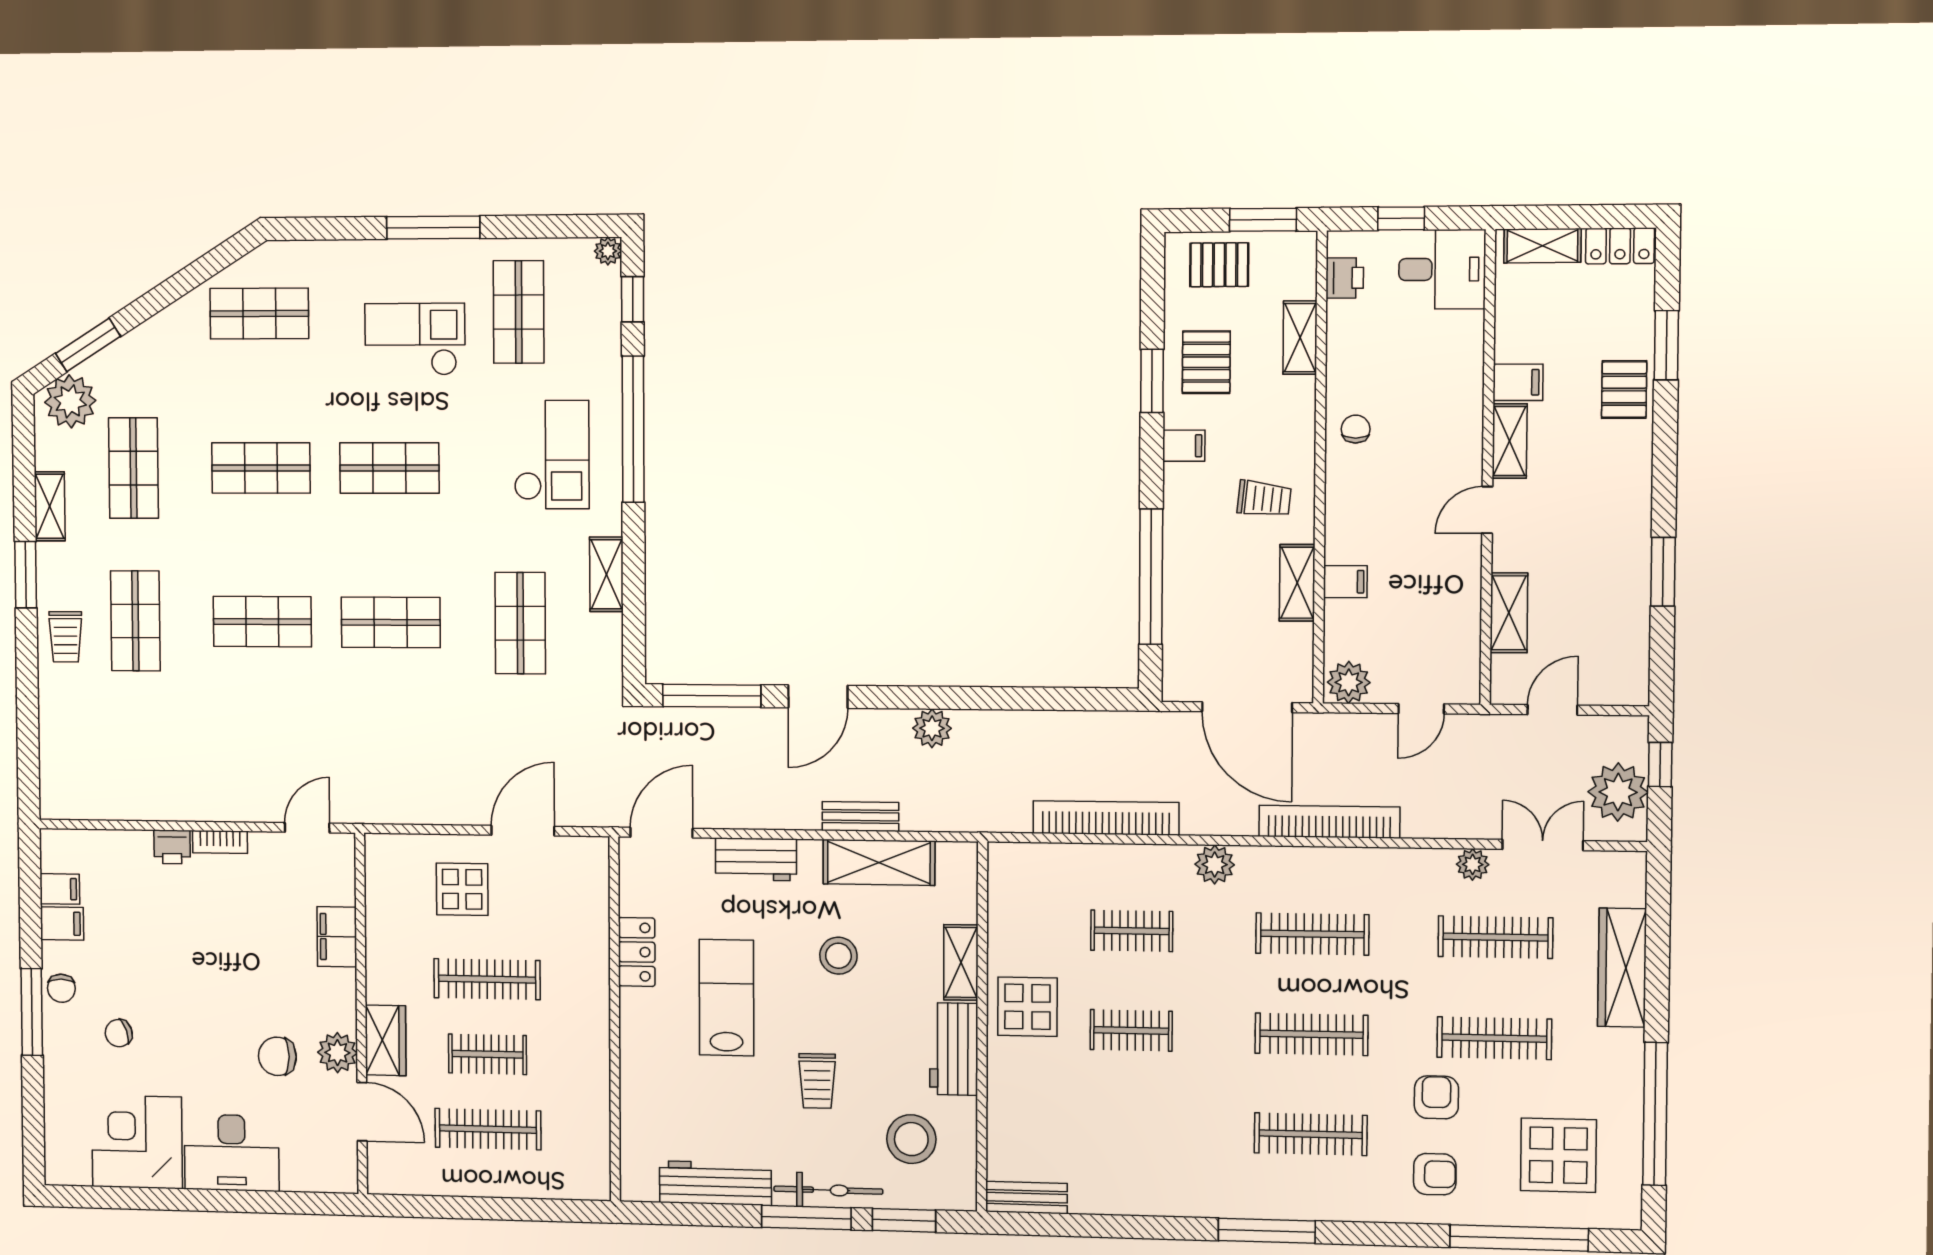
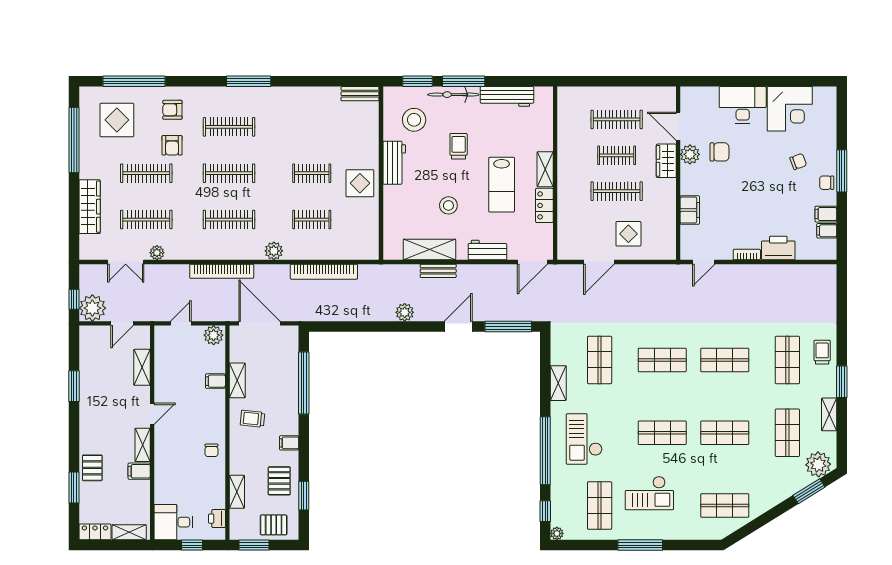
window: (1152, 381) -> (304, 496), moved
plant: (1618, 792) -> (92, 308), moved
printer: (172, 847) -> (778, 248), width x1.87, depth x1.48
shelving: (961, 962) -> (545, 169), moved
chair: (61, 988) -> (827, 183), turned -90

